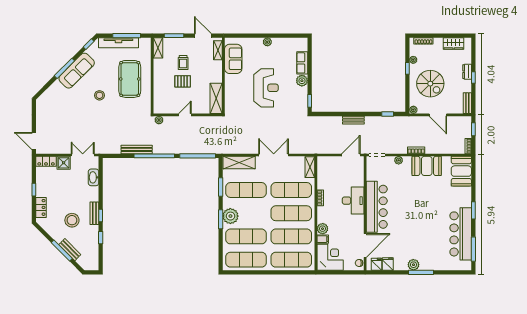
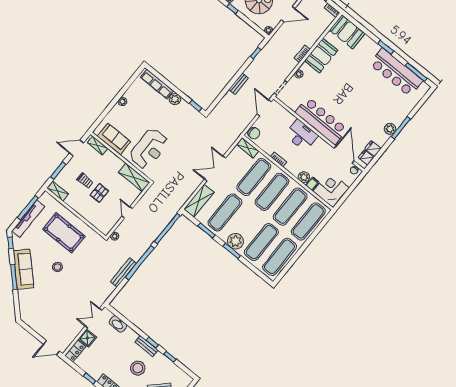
row of seats: (302, 63) -> (157, 84), width x1.48
reception desk: (266, 88) -> (149, 149), moved, turned 90
chair: (325, 163) -> (254, 133), added

